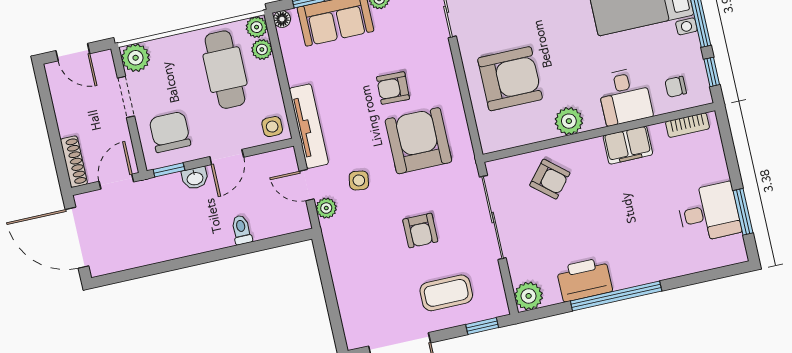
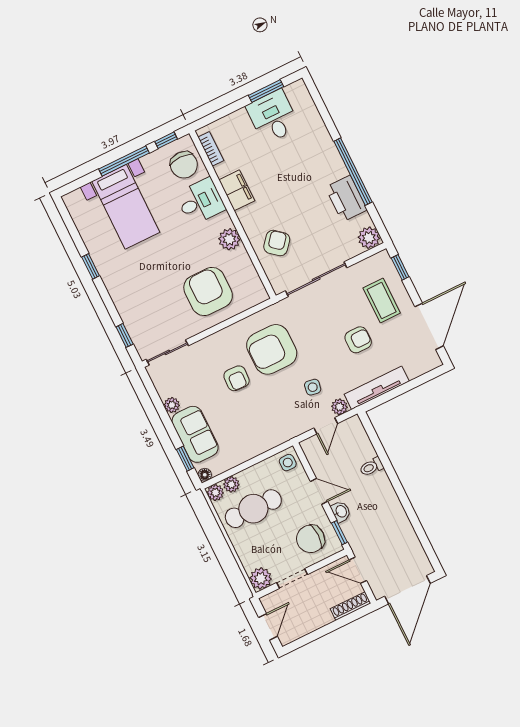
chair: (676, 87) -> (184, 165), width x1.87, depth x1.87
tv unit: (309, 126) -> (377, 388), moved
armchair: (420, 230) -> (358, 340), moved

